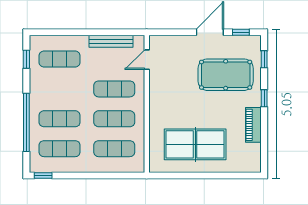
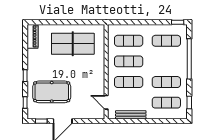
door: (147, 60) -> (106, 102), swing flipped
exercise mat: (60, 119) -> (166, 82), moved
piano: (253, 125) -> (33, 36), moved

